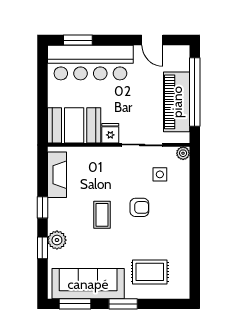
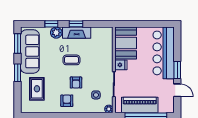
window: (78, 40) -> (177, 70), moved
door: (152, 40) -> (177, 90), swing flipped
fireplace: (57, 175) -> (77, 33), moved
armchair: (169, 222) -> (67, 101), added

